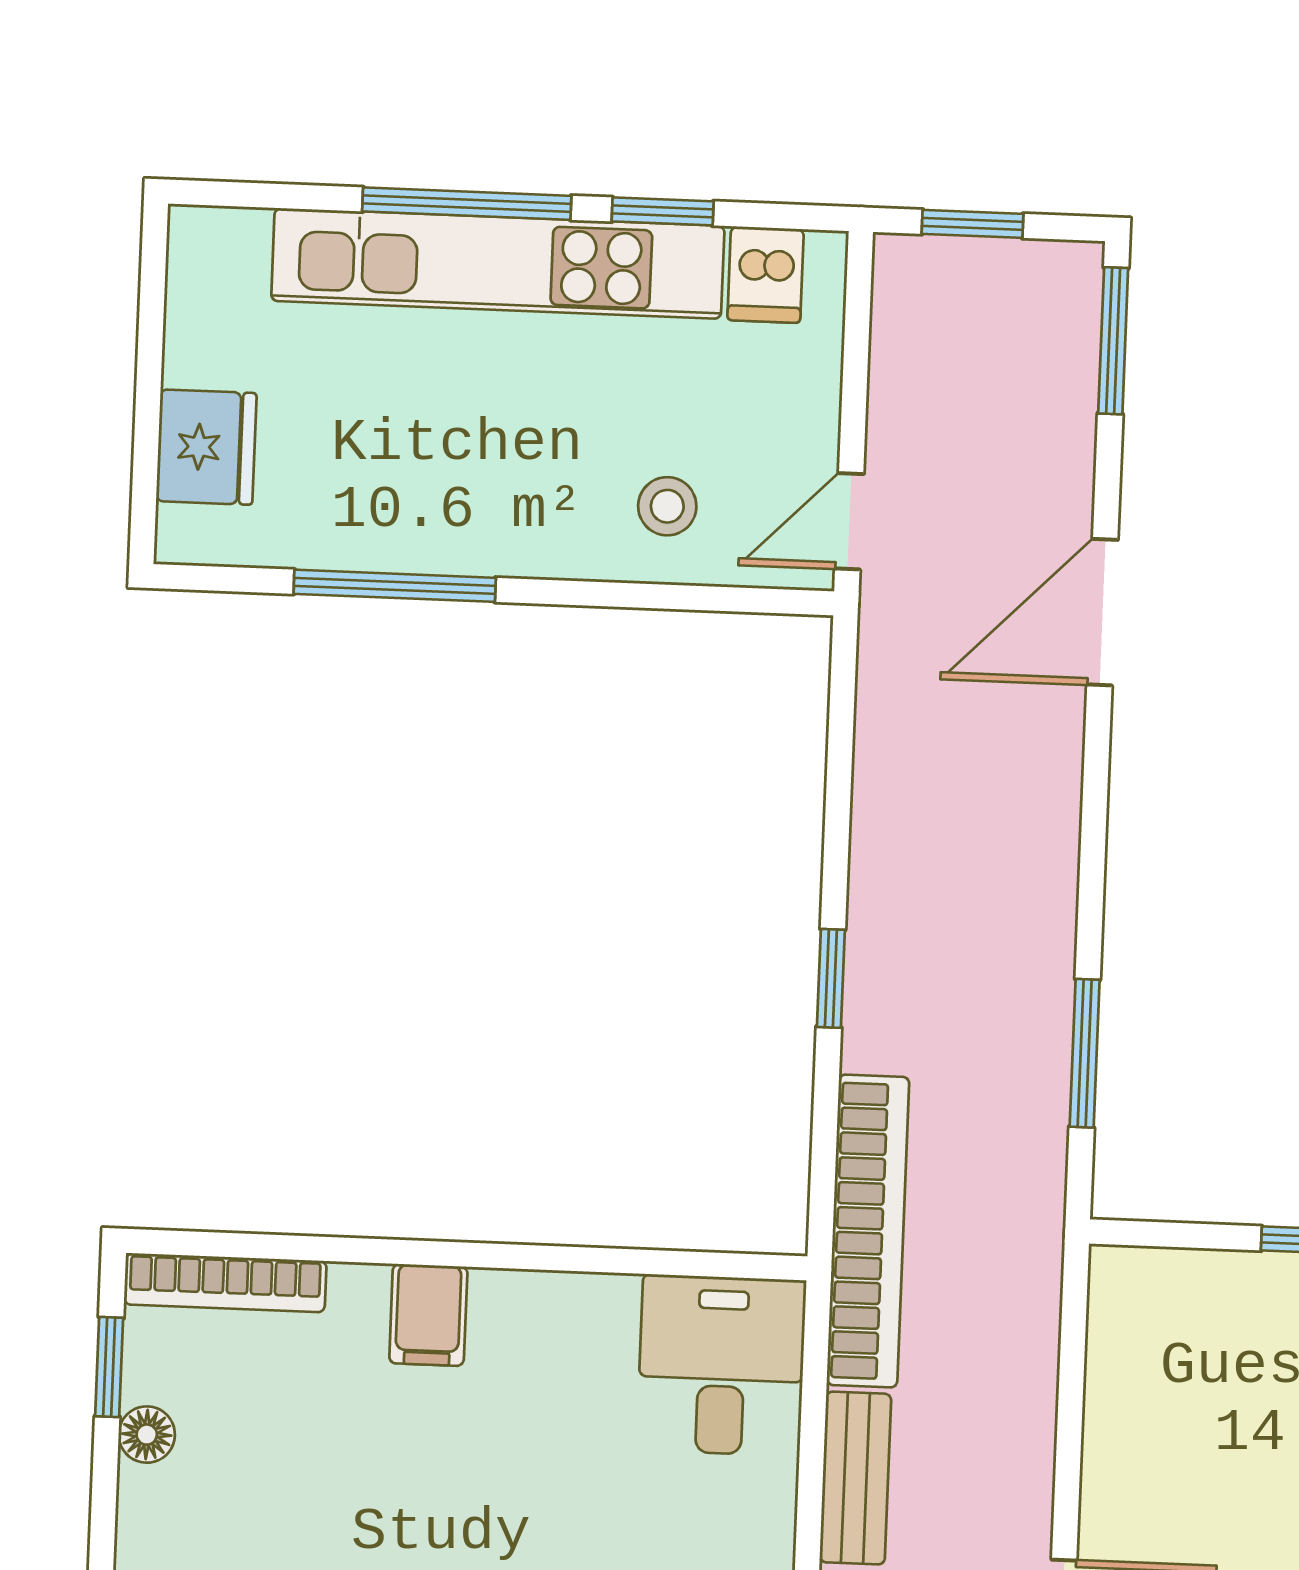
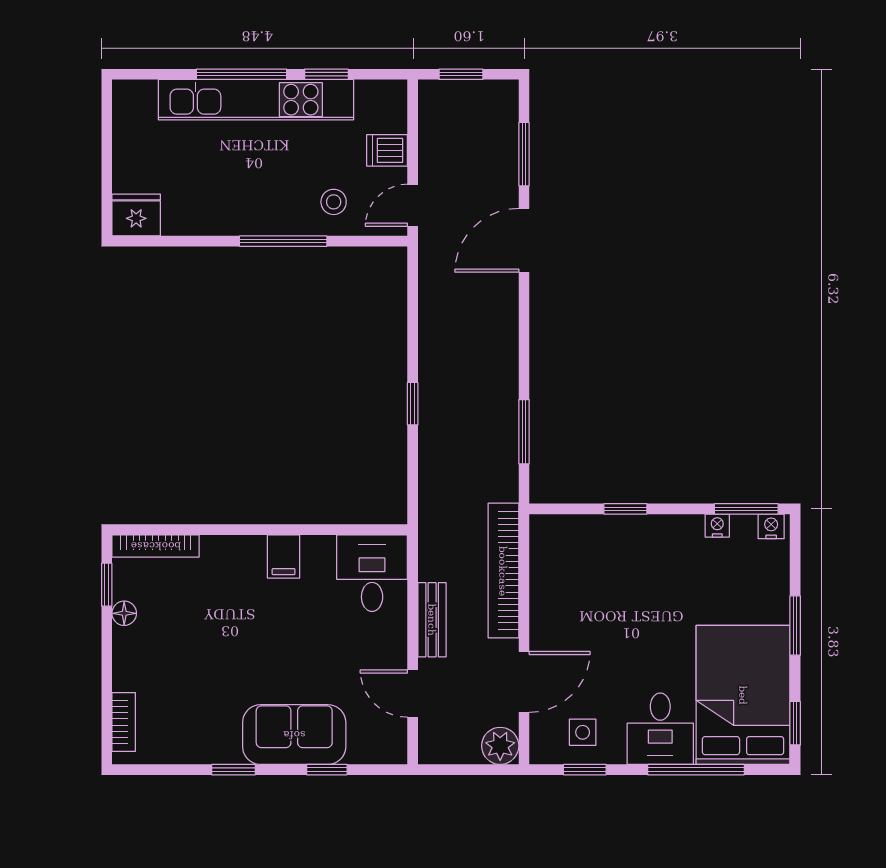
dishwasher: (766, 275) -> (387, 150), moved, turned 90
window: (1113, 341) -> (524, 154), moved
fridge: (206, 447) -> (136, 215), moved, turned -90
window: (395, 586) -> (283, 241), moved
bookcase: (868, 1231) -> (503, 571), moved, turned 180
filing cabinet: (428, 1315) -> (284, 557), moved

